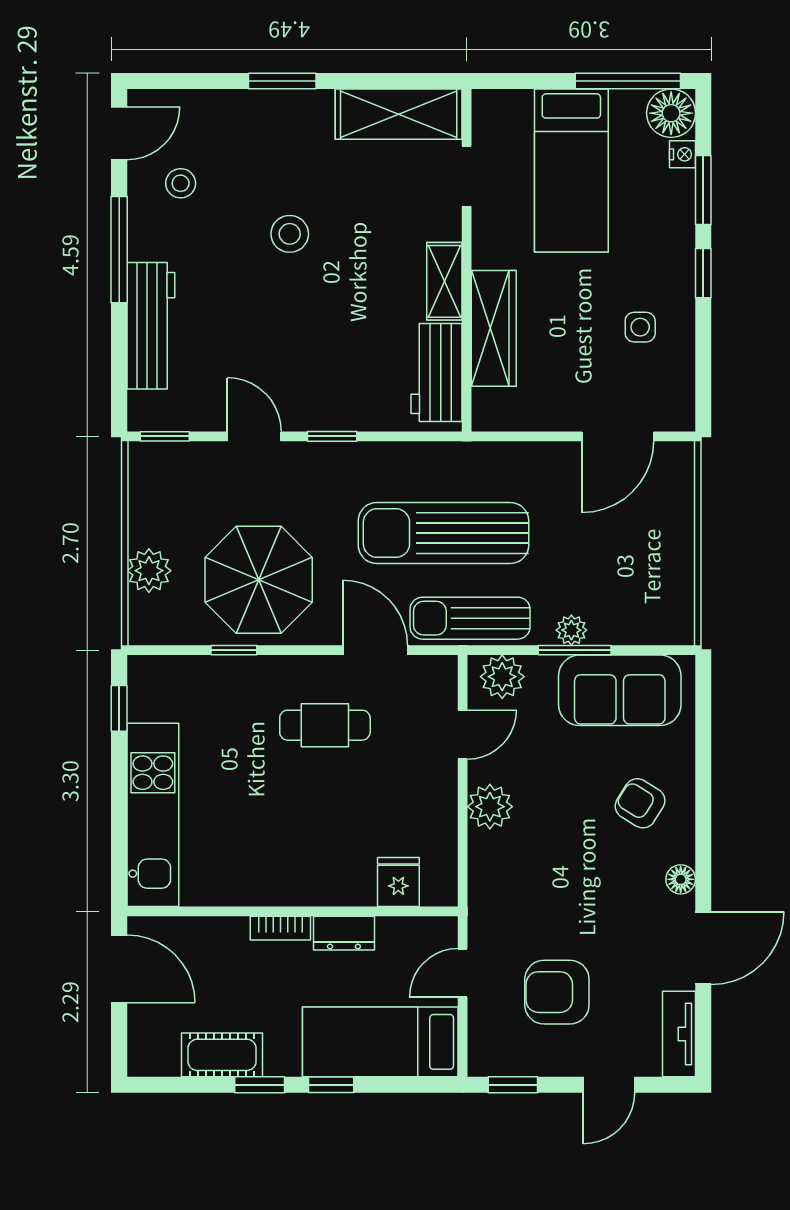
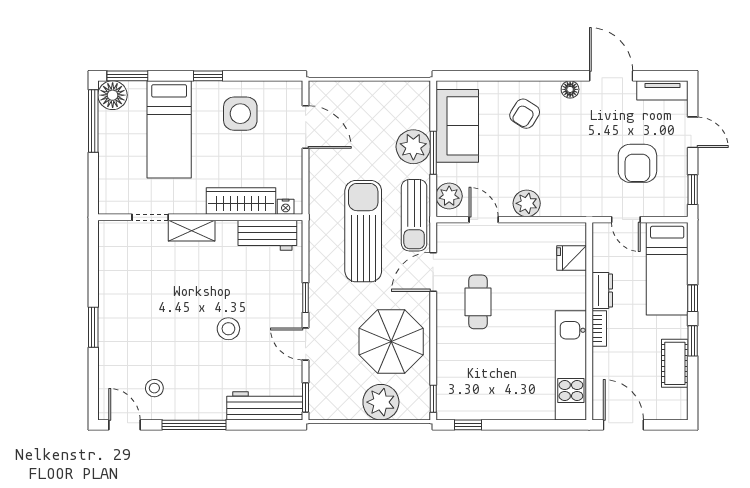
shelving: (399, 114) -> (113, 258), removed
nightstand: (683, 154) -> (286, 207), moved, turned 180
bed: (571, 171) -> (169, 129), moved, turned 90
window: (703, 190) -> (127, 76), moved
stool: (290, 234) -> (228, 329), moved
shelving: (444, 281) -> (192, 231), moved
workbench: (151, 326) -> (265, 406), moved
side table: (640, 327) -> (240, 114), width x1.87, depth x1.87
door: (254, 436) -> (306, 344), hinge flipped
sun lounger: (443, 533) -> (363, 231), turned 180
plant: (149, 571) -> (381, 402), width x1.36, depth x1.36
plant: (571, 630) -> (413, 147), width x1.87, depth x1.87
window: (234, 650) -> (433, 399), moved
kitchen unit: (153, 815) -> (571, 365), moved, turned -90
door: (119, 969) -> (623, 425), hinge flipped

